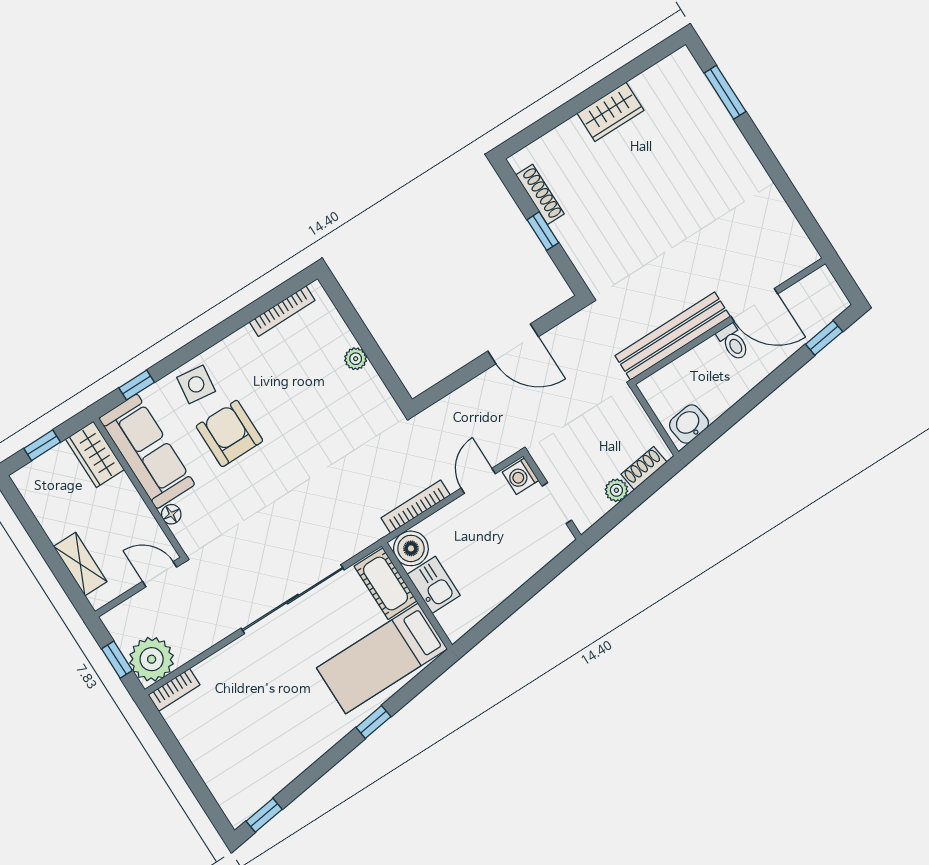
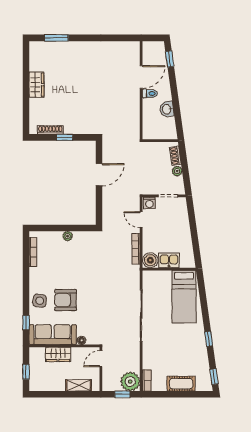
bench: (673, 336) -> (134, 114), removed
washbasin: (689, 424) -> (167, 109), moved
wardrobe: (95, 454) -> (58, 354), moved
cot: (386, 584) -> (181, 384), moved
window: (373, 722) -> (209, 339), moved

